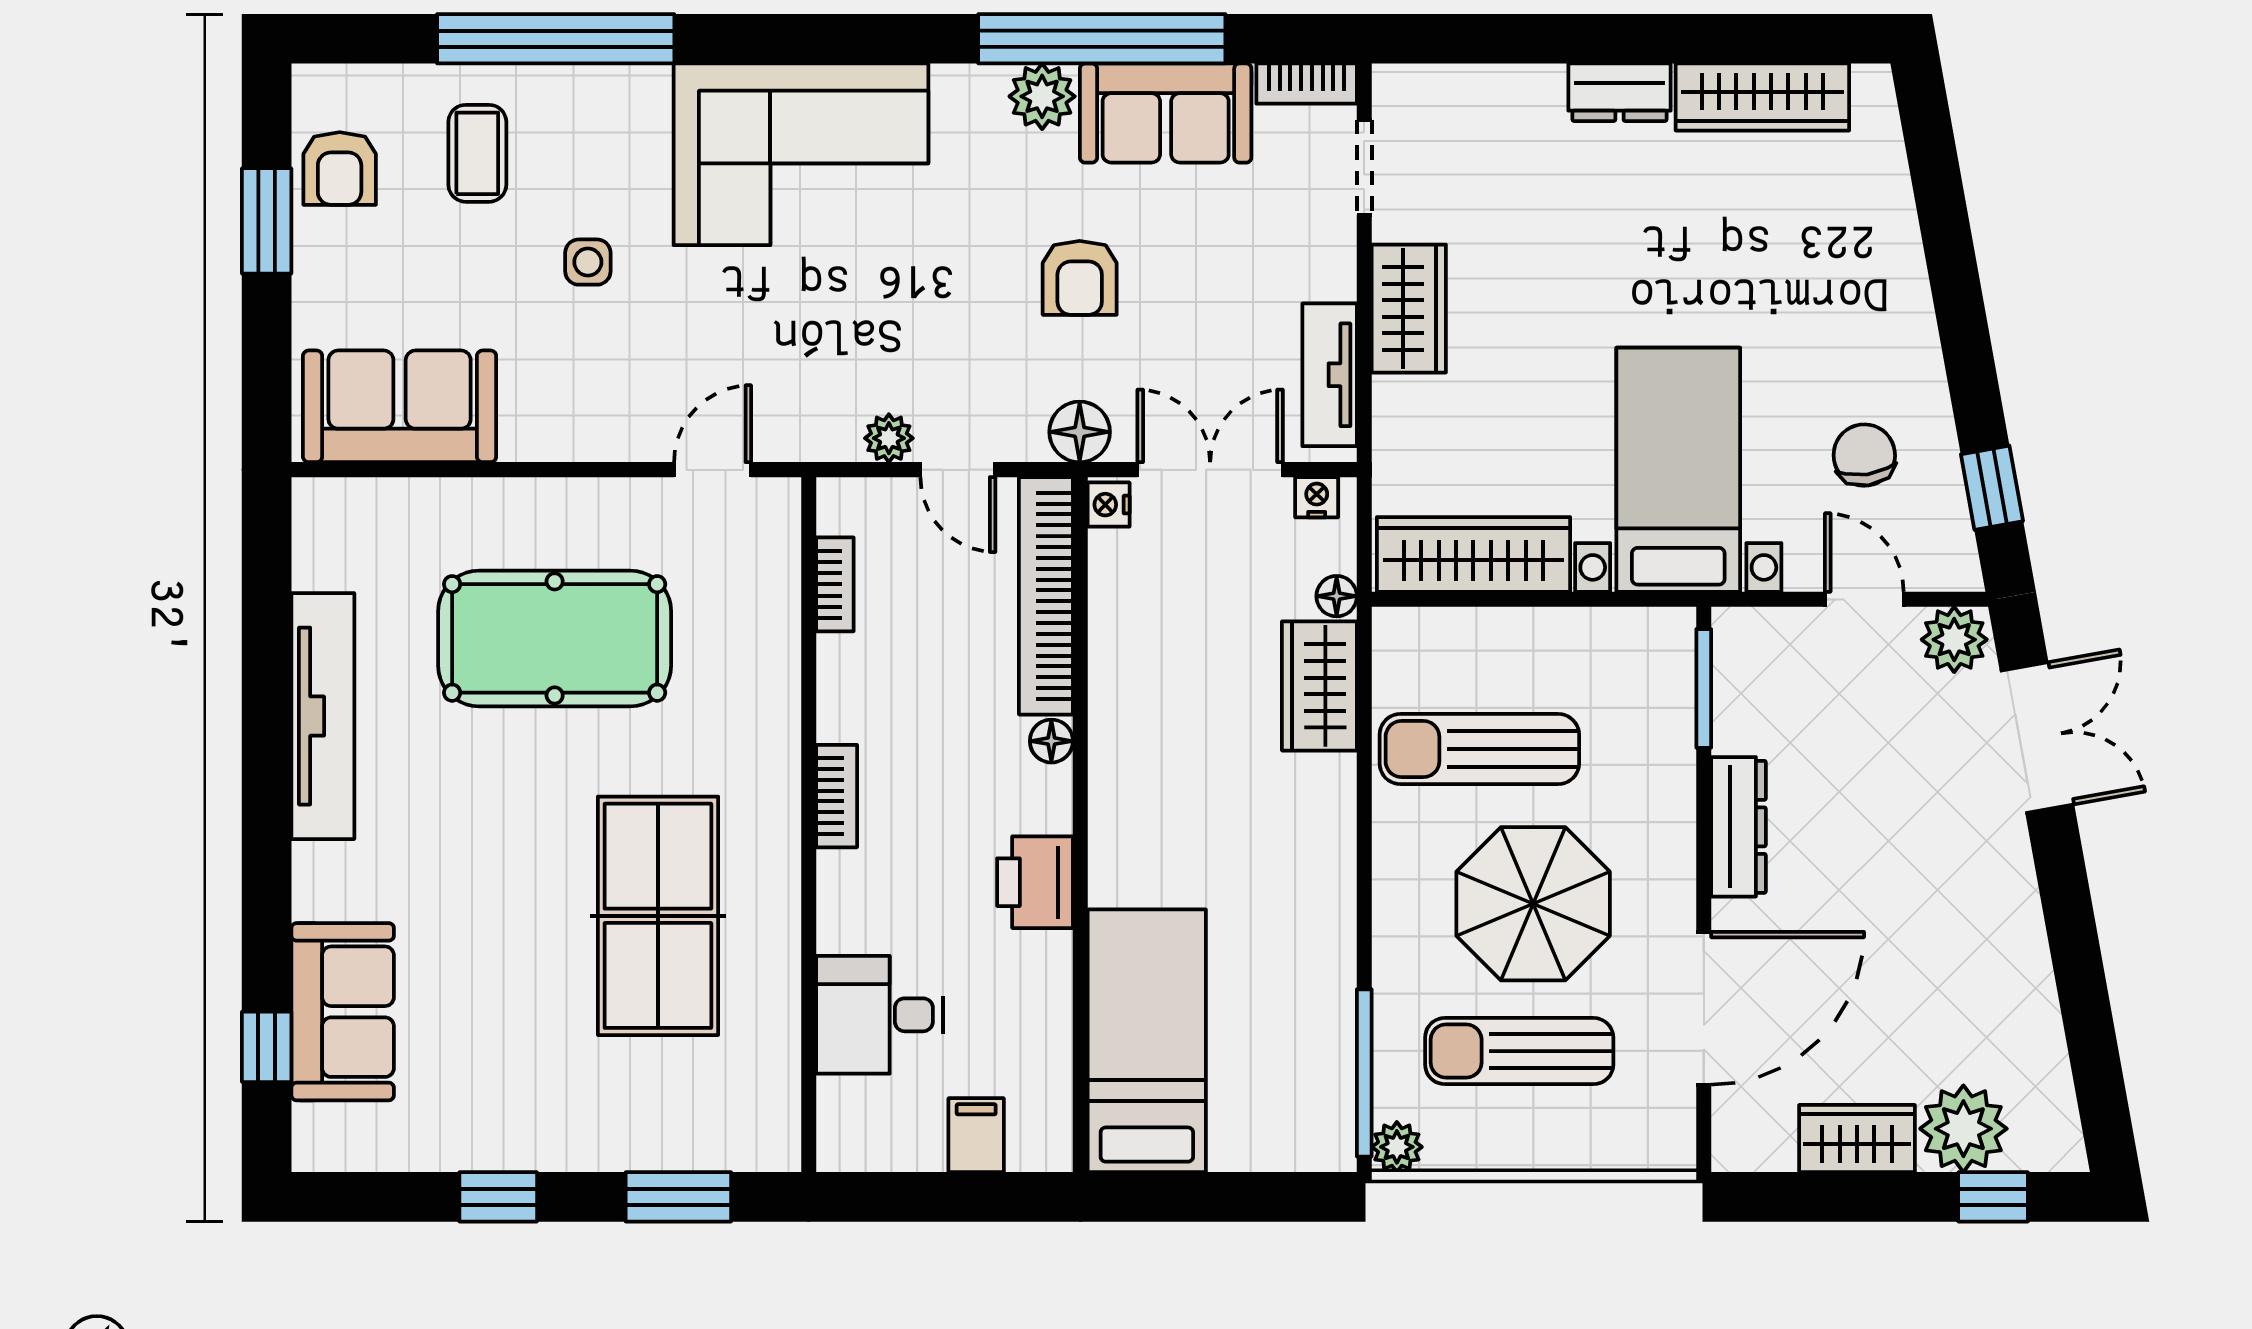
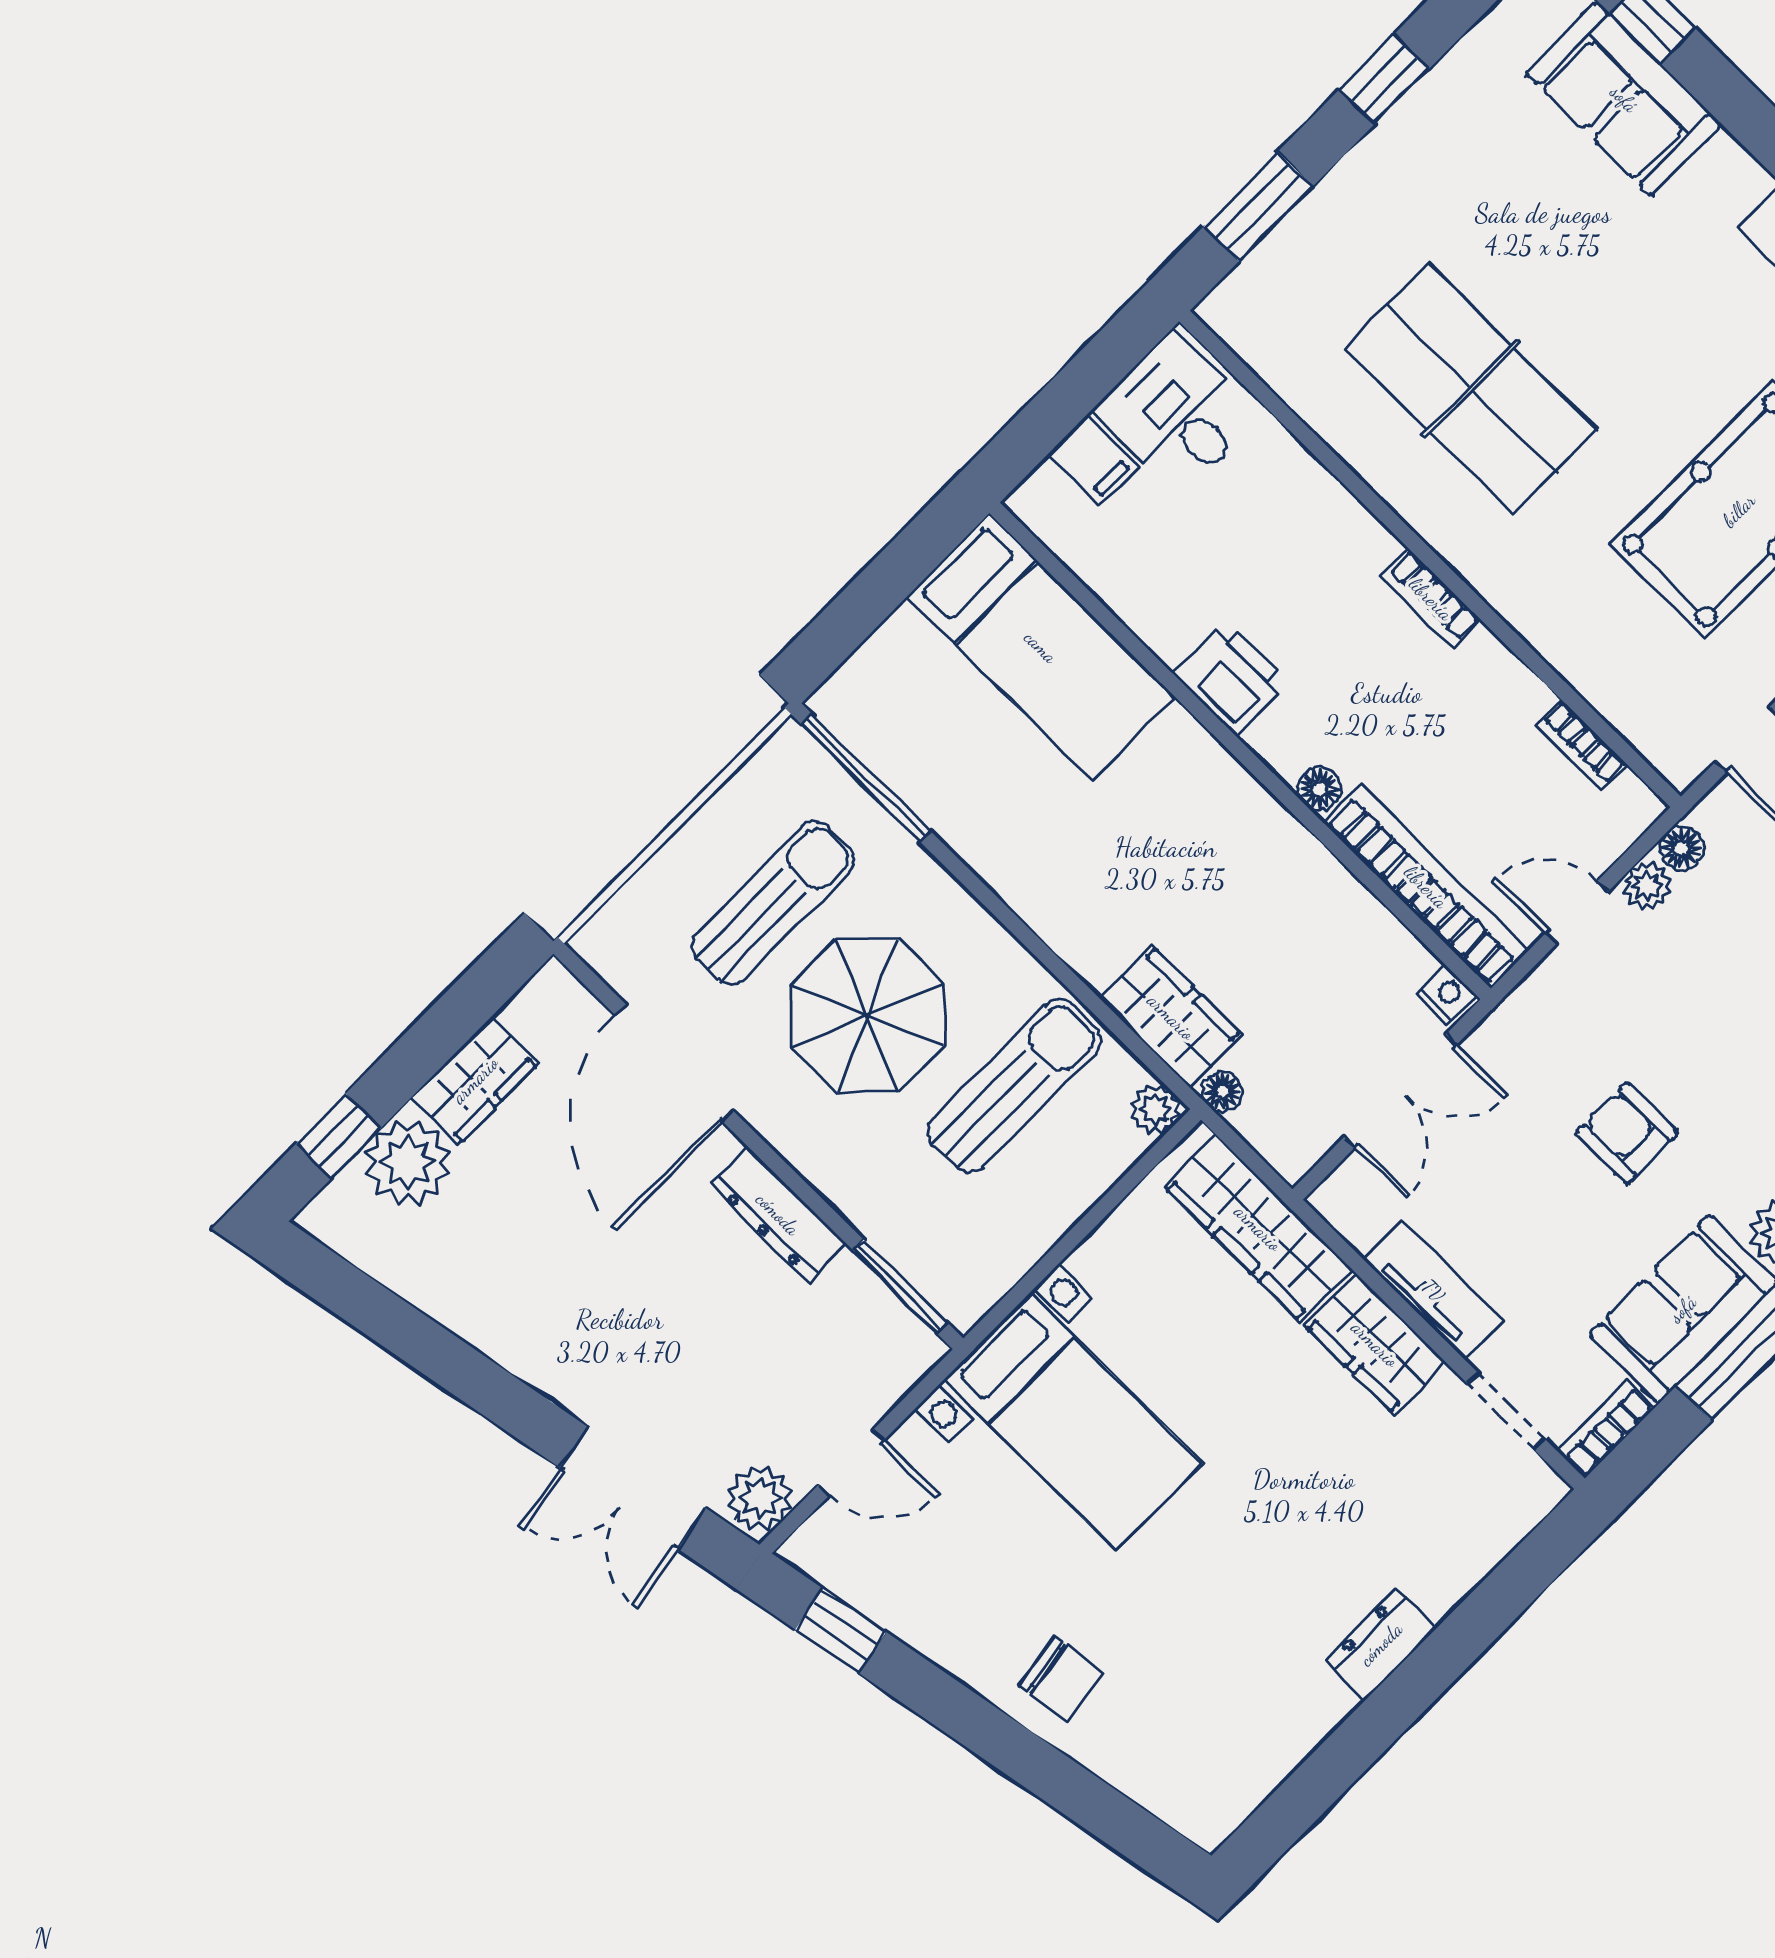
wardrobe: (1762, 97) -> (1277, 1742), removed
tv unit: (1330, 375) -> (1433, 1291), moved
floor lamp: (1080, 432) -> (1682, 848), moved, width x0.73, depth x0.73
chair: (1864, 455) -> (1061, 1679), moved
nightstand: (1317, 497) -> (1306, 1147), removed
wardrobe: (1473, 554) -> (1258, 1228), moved, turned 90
desk: (880, 1015) -> (1176, 414), moved, turned -90
plant: (1397, 1147) -> (1155, 1109), moved

